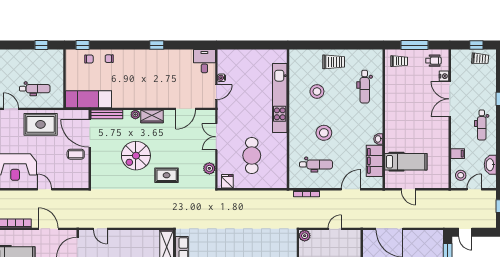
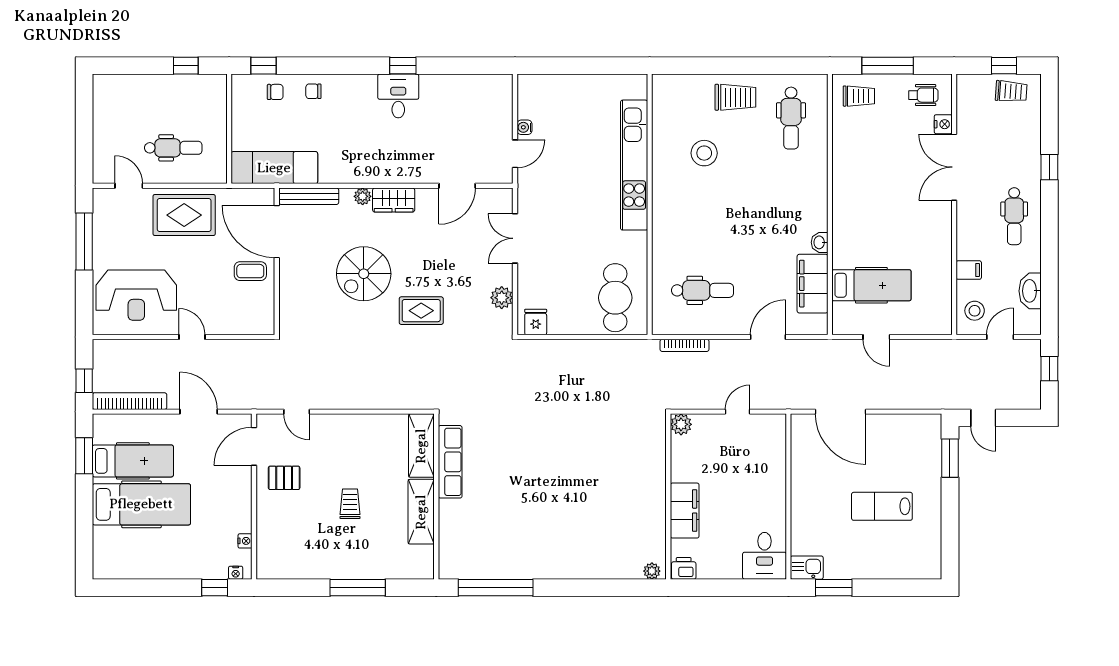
desk: (204, 61) -> (398, 96), moved
dental chair: (365, 87) -> (791, 118), moved
stool: (324, 133) -> (717, 231), removed
cafe table: (252, 155) -> (615, 298), moved

